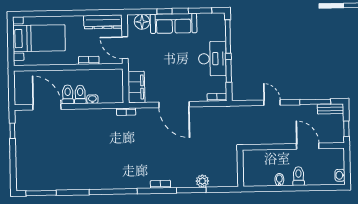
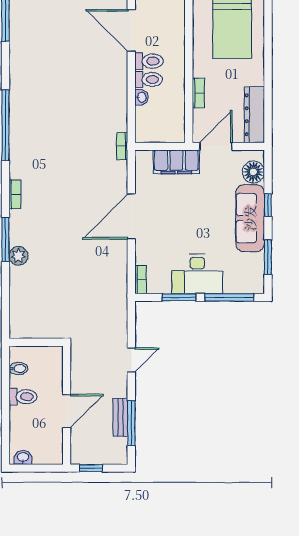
filing cabinet: (136, 87) -> (176, 162), moved
door: (47, 107) -> (131, 30), swing flipped
bench: (330, 109) -> (120, 417), moved
wall: (240, 168) -> (36, 342), moved

